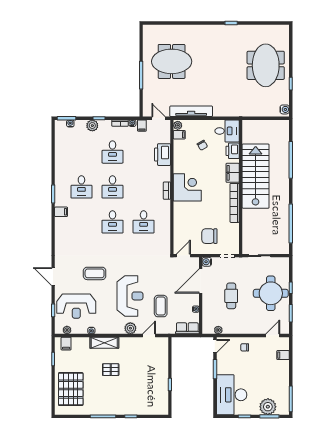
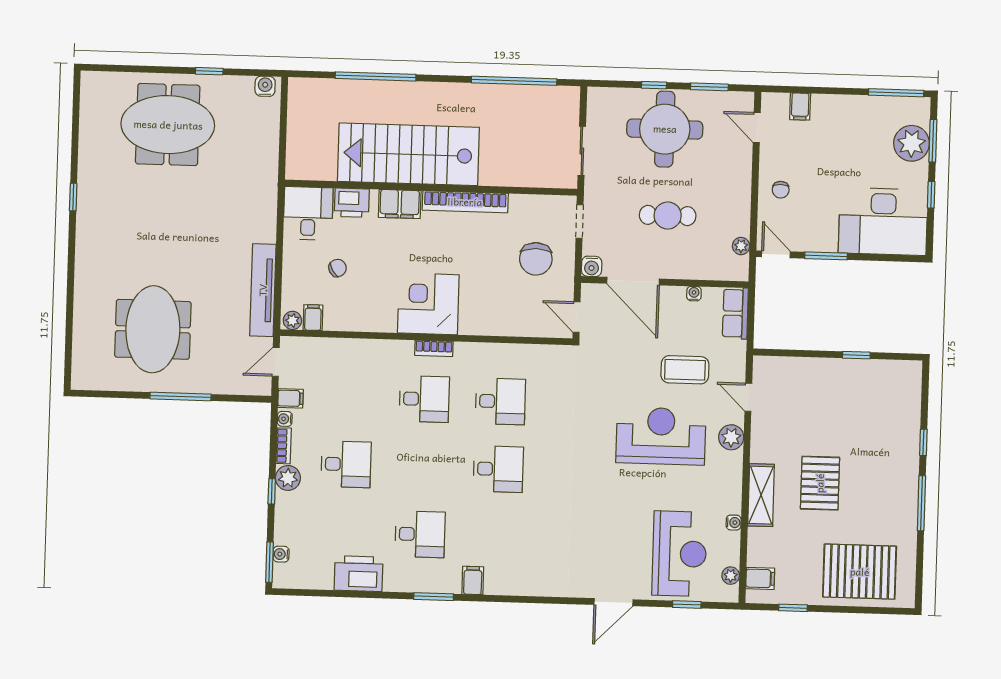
plant: (92, 126) -> (288, 478), moved
printer: (162, 155) -> (359, 574), moved, turned 180
desk: (113, 187) -> (424, 399), moved
coffee table: (95, 273) -> (609, 512), removed
pallet: (111, 370) -> (820, 483), width x1.50, depth x1.42

